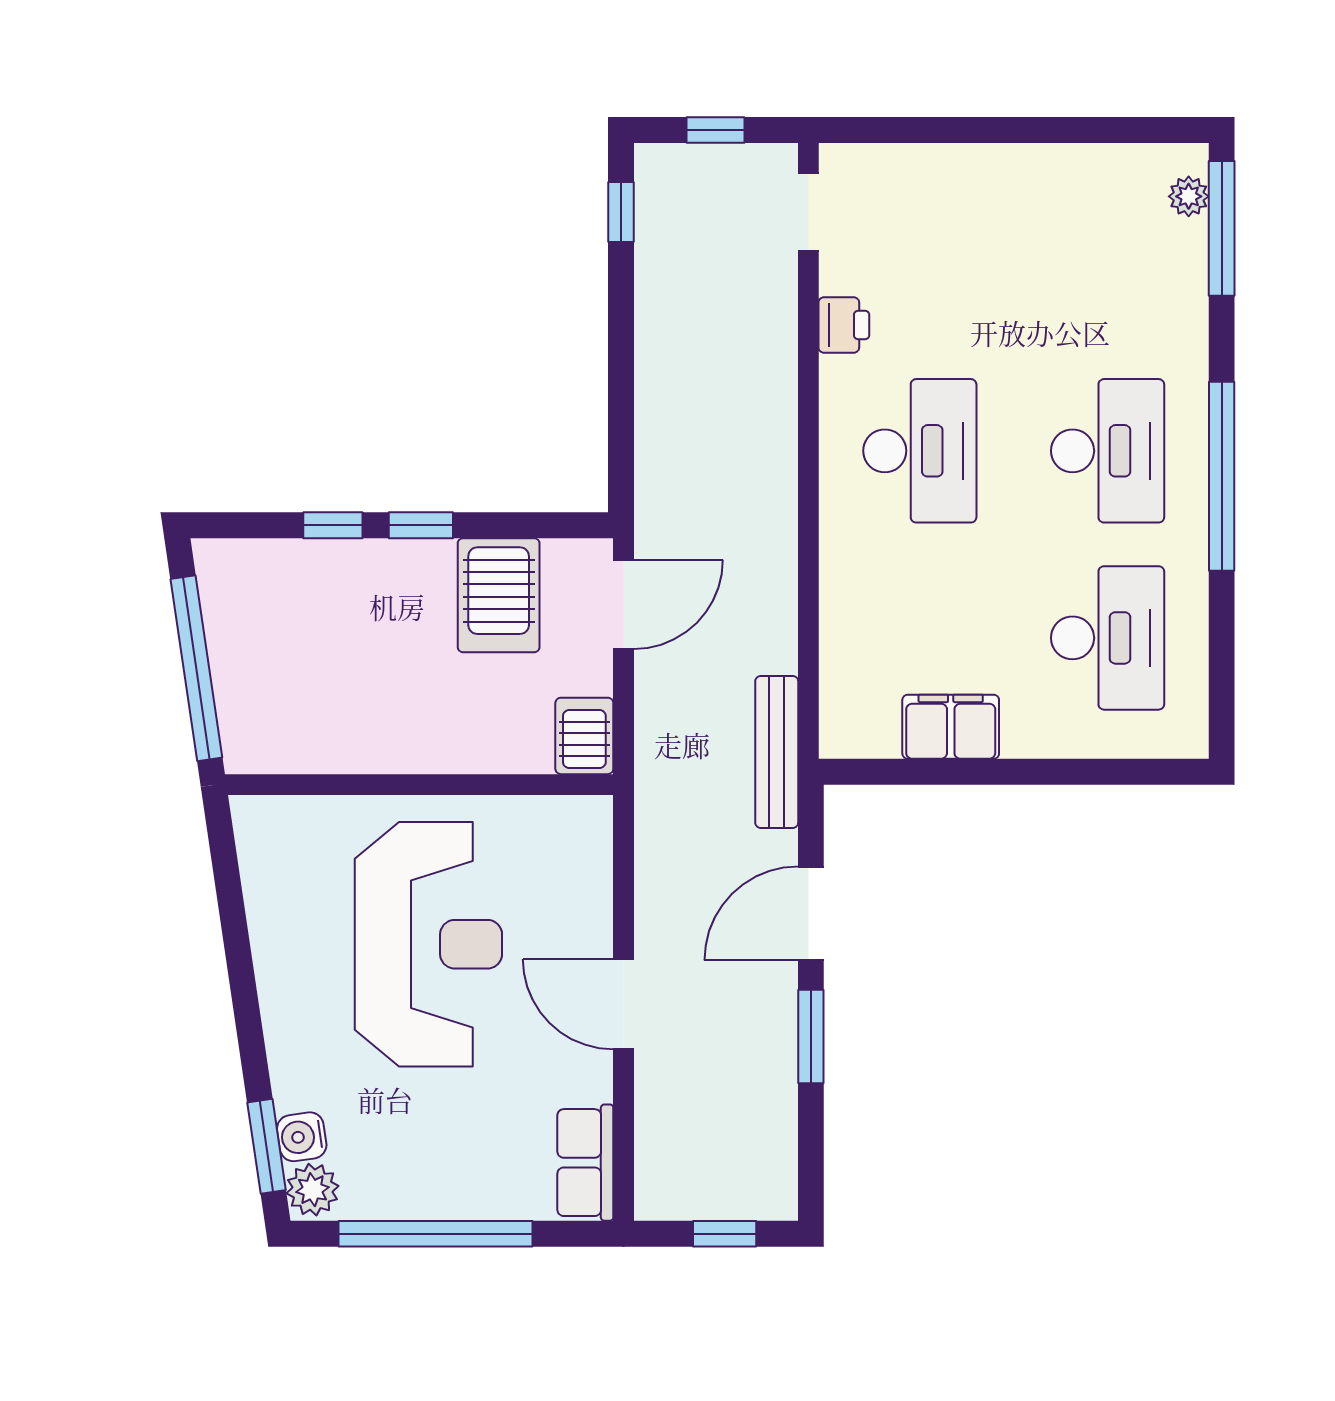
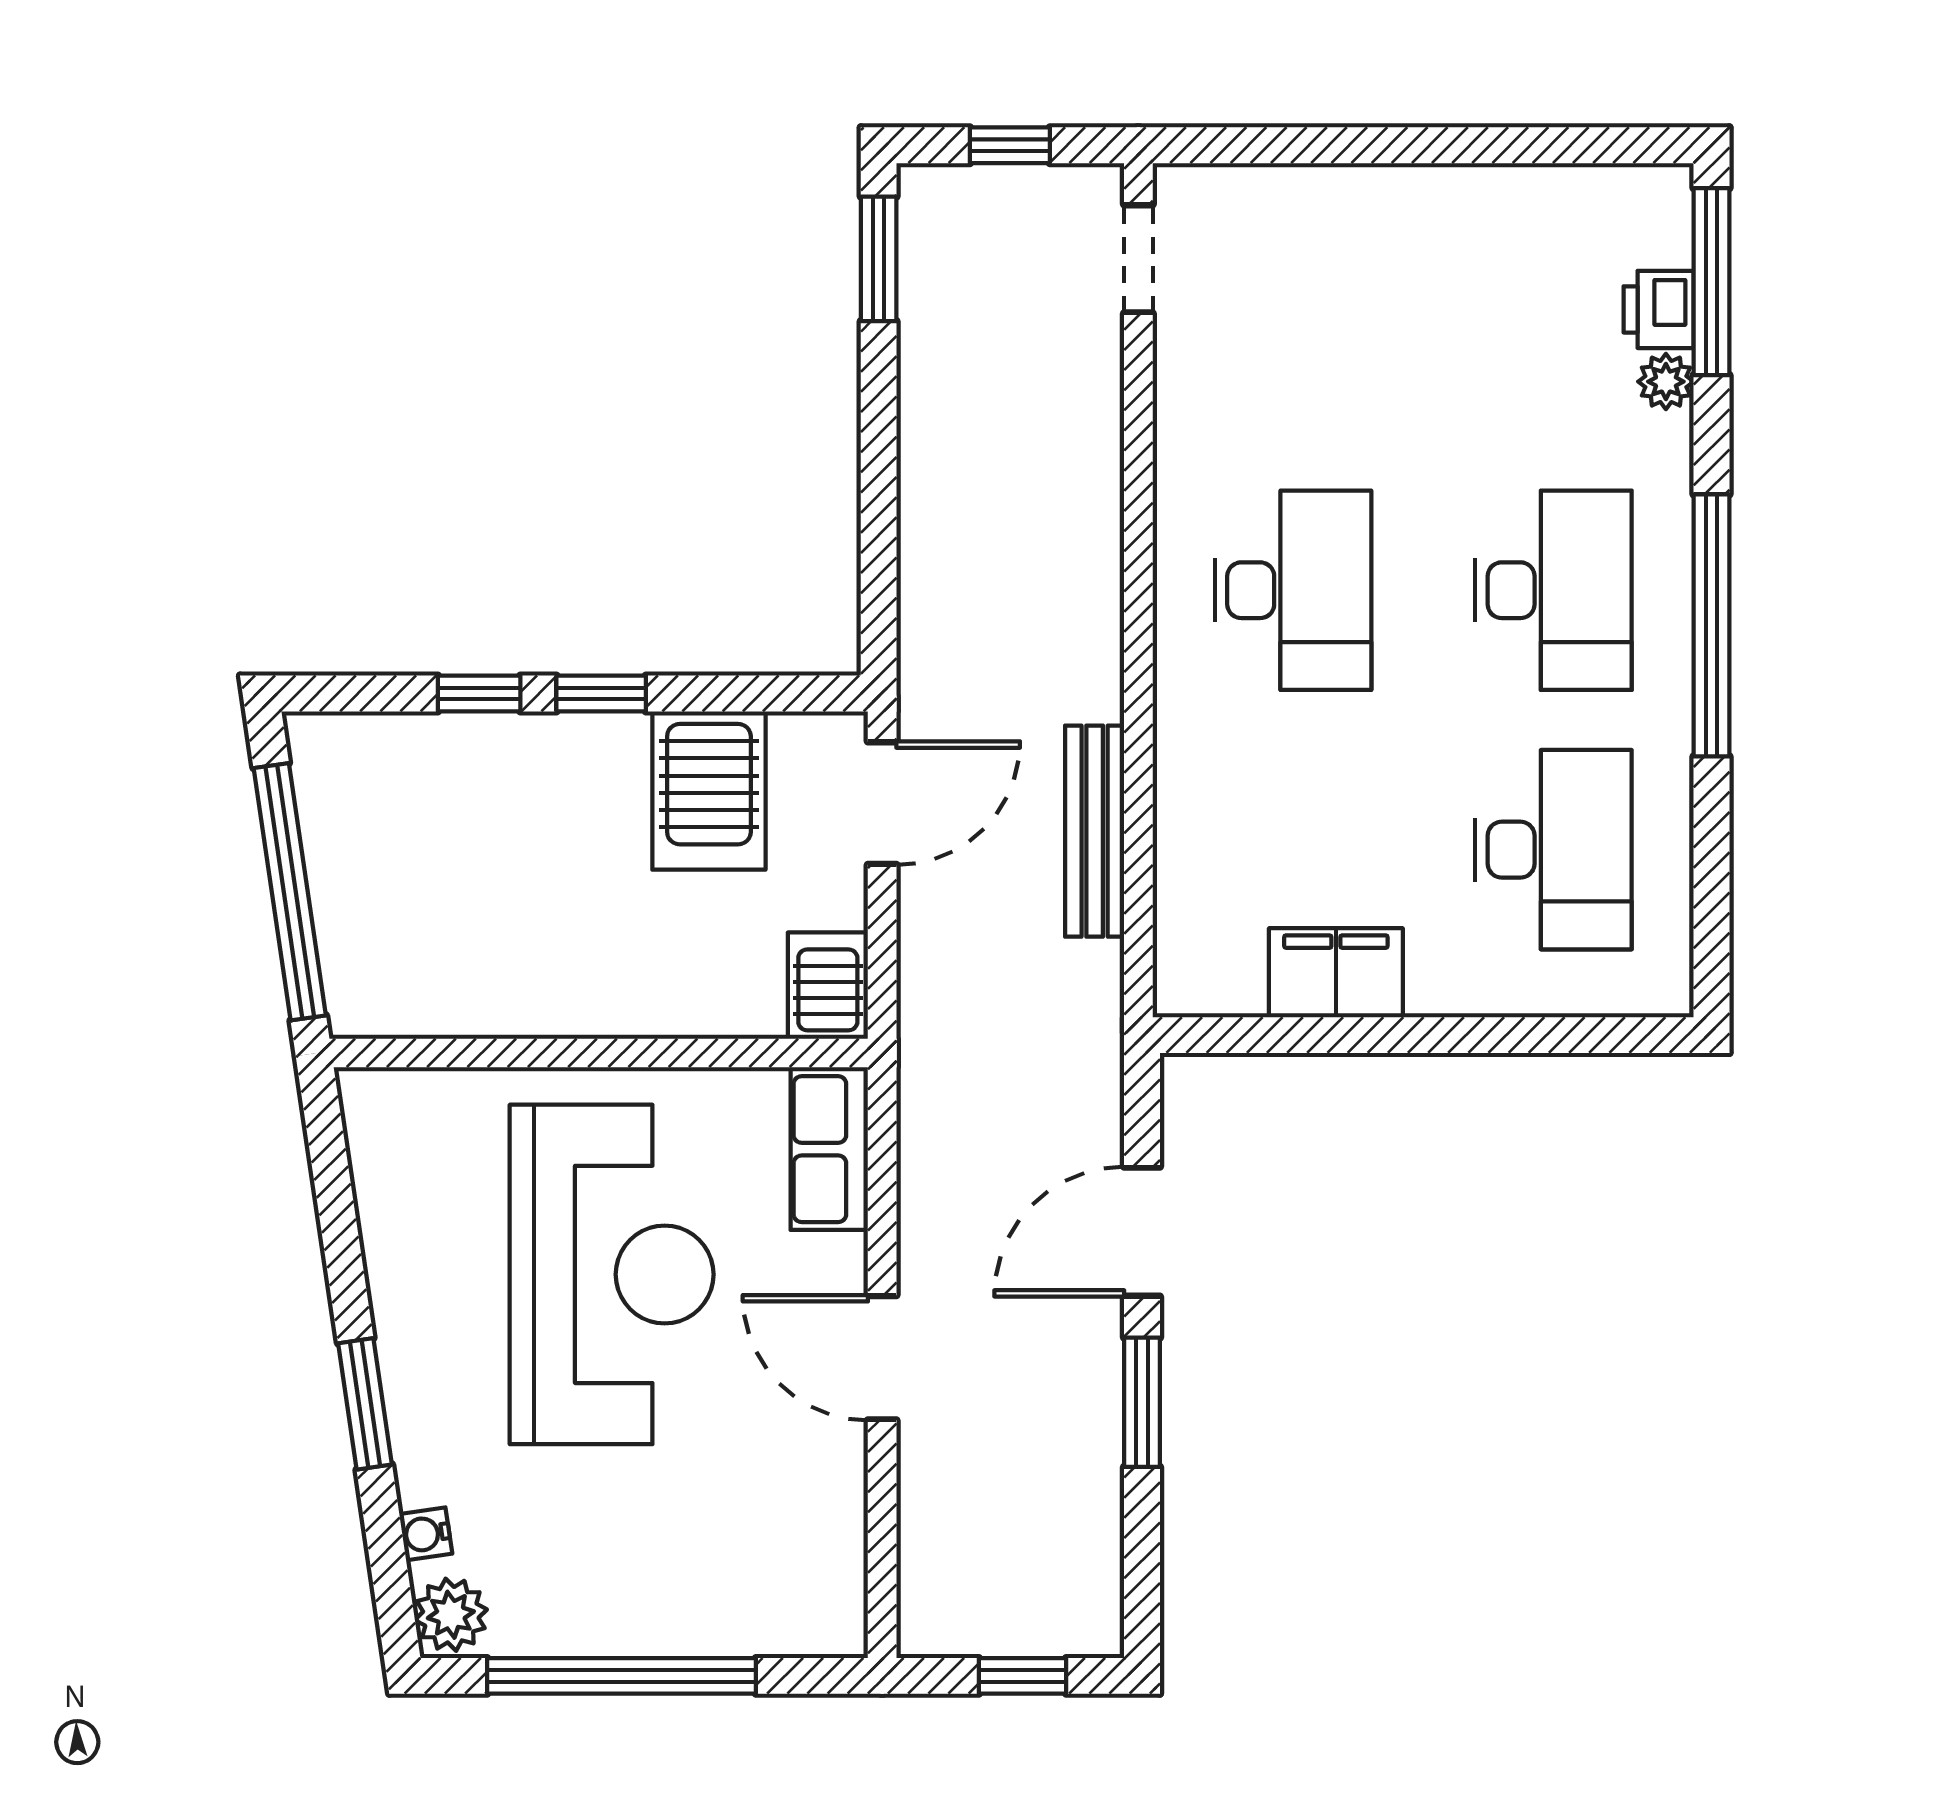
plant: (1189, 196) -> (1666, 382), moved
window: (621, 212) -> (879, 259), width x1.50
printer: (844, 325) -> (1659, 309), moved, turned 180
bench: (777, 752) -> (1095, 831), moved
water cooler: (302, 1137) -> (426, 1534), width x0.72, depth x0.72
window: (267, 1146) -> (365, 1404), moved
row of seats: (585, 1163) -> (829, 1149), moved

